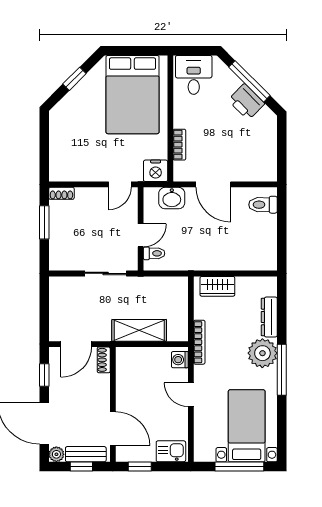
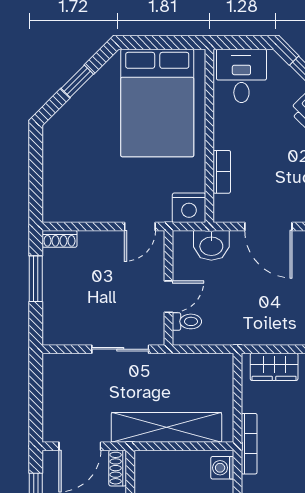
shelving: (139, 330) -> (166, 427), width x1.47

